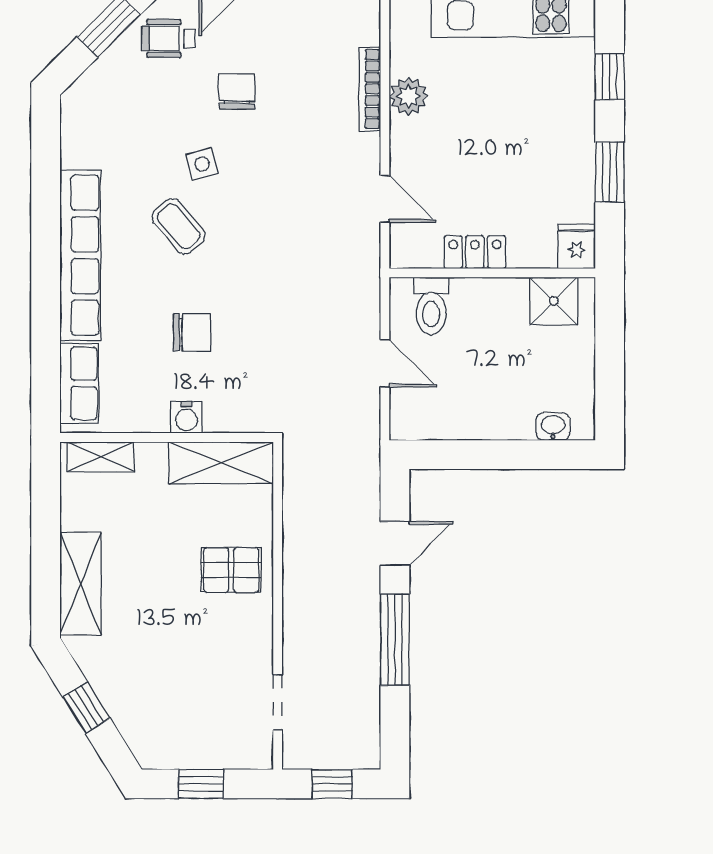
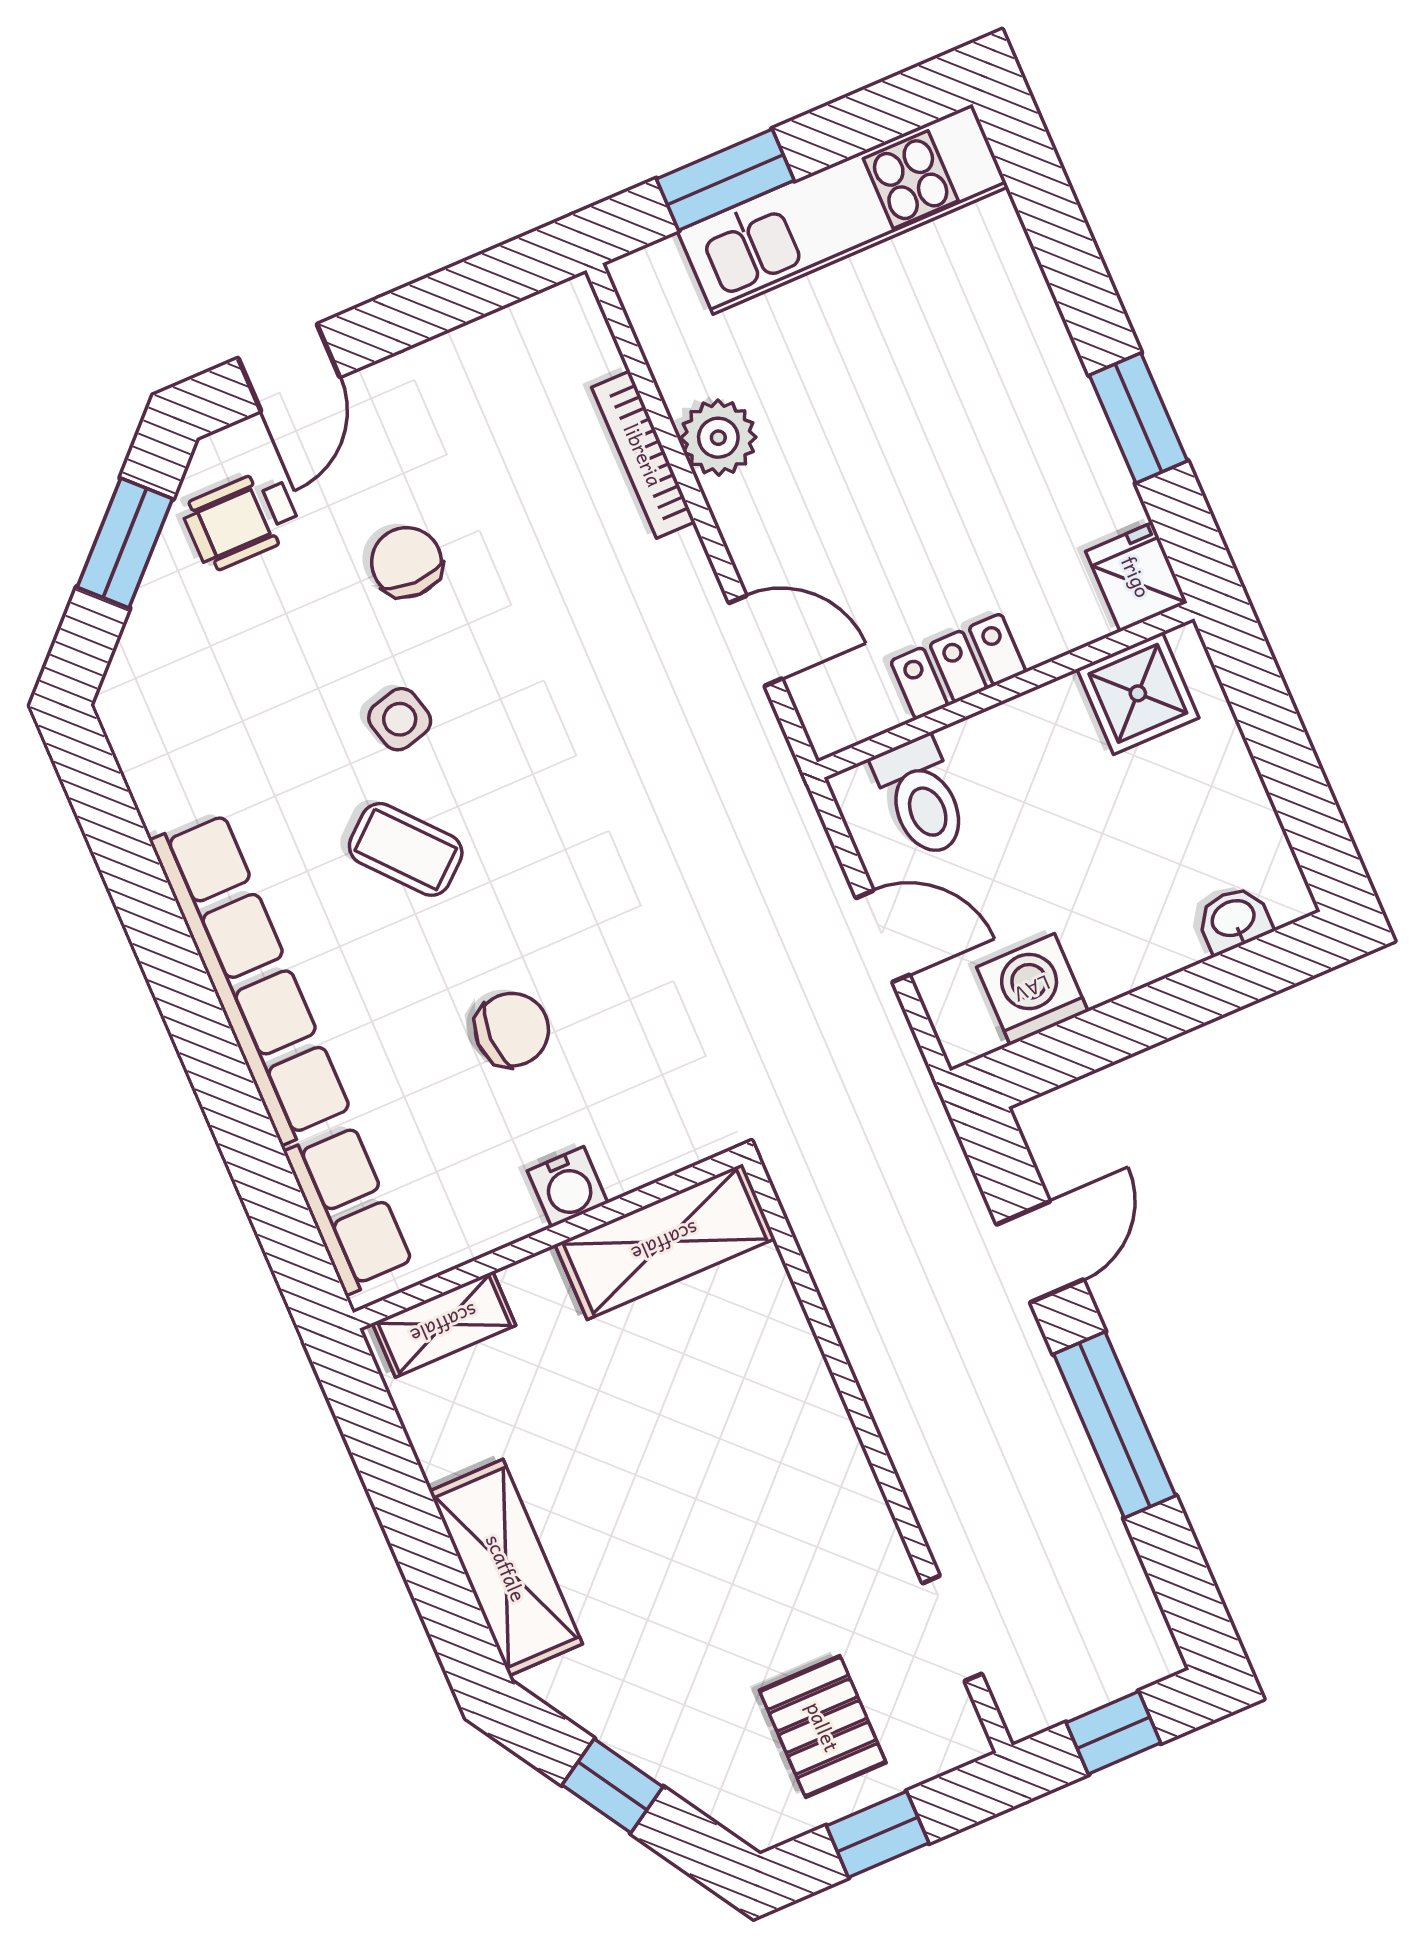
window: (610, 77) -> (1065, 247), removed
washing machine: (444, 419) -> (1032, 989), added
pallet: (231, 570) -> (823, 1727), moved, turned 90

